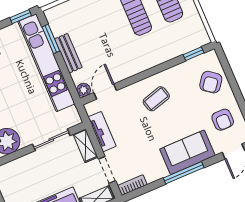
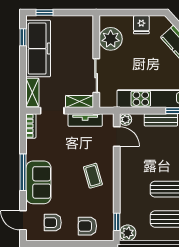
plant: (200, 37) -> (128, 233), added
armchair: (211, 82) -> (87, 226), turned -37

